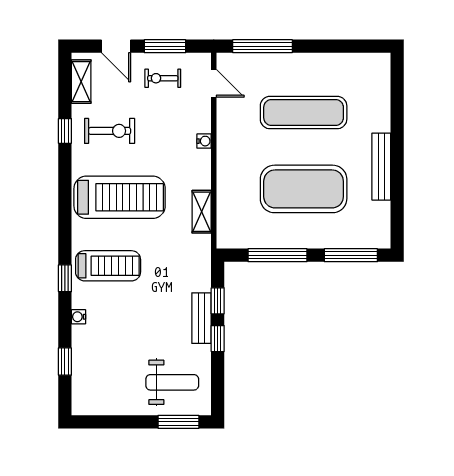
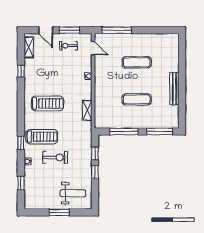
exercise mat: (304, 113) -> (137, 62), width x0.73, depth x0.69
exercise bike: (110, 131) -> (55, 157), moved
exercise mat: (304, 189) -> (137, 99), width x0.50, depth x0.69
treadmill: (120, 197) -> (47, 103), width x0.73, depth x0.73
bench: (201, 318) -> (87, 162), removed
window: (178, 422) -> (59, 212), moved

